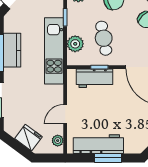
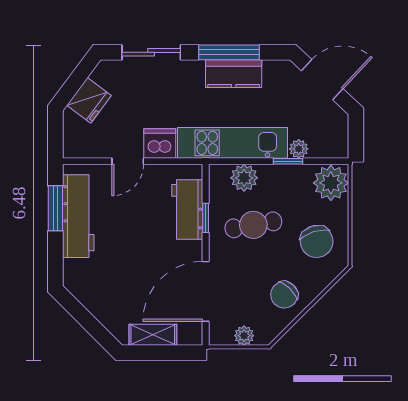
dishwasher: (54, 95) -> (160, 144), added
door: (65, 114) -> (128, 161), swing flipped
plant: (58, 141) -> (299, 149), moved
window: (108, 158) -> (55, 208), moved

